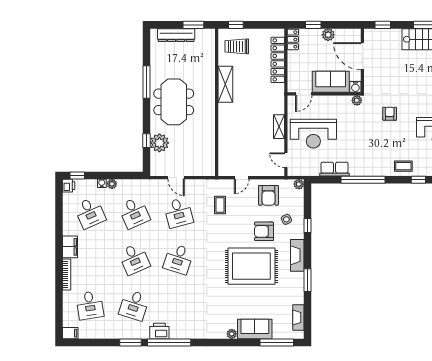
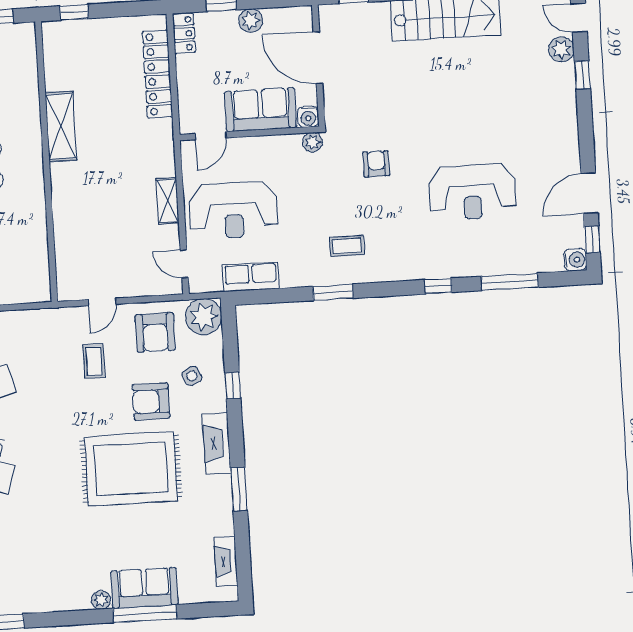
trolley: (237, 46) -> (78, 53), removed
coffee table: (403, 166) -> (347, 246), moved
row of seats: (335, 169) -> (251, 277), moved
window: (363, 180) -> (333, 292), width x0.47
plant: (299, 184) -> (204, 317), width x1.87, depth x1.87
coffee table: (220, 205) -> (94, 361), moved
window: (277, 342) -> (145, 614), moved

